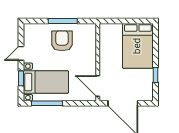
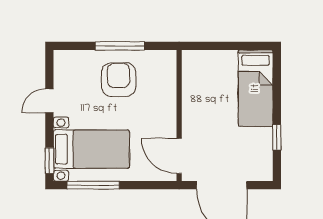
bed: (138, 46) -> (256, 88), width x0.67
window: (21, 78) -> (49, 161), moved

